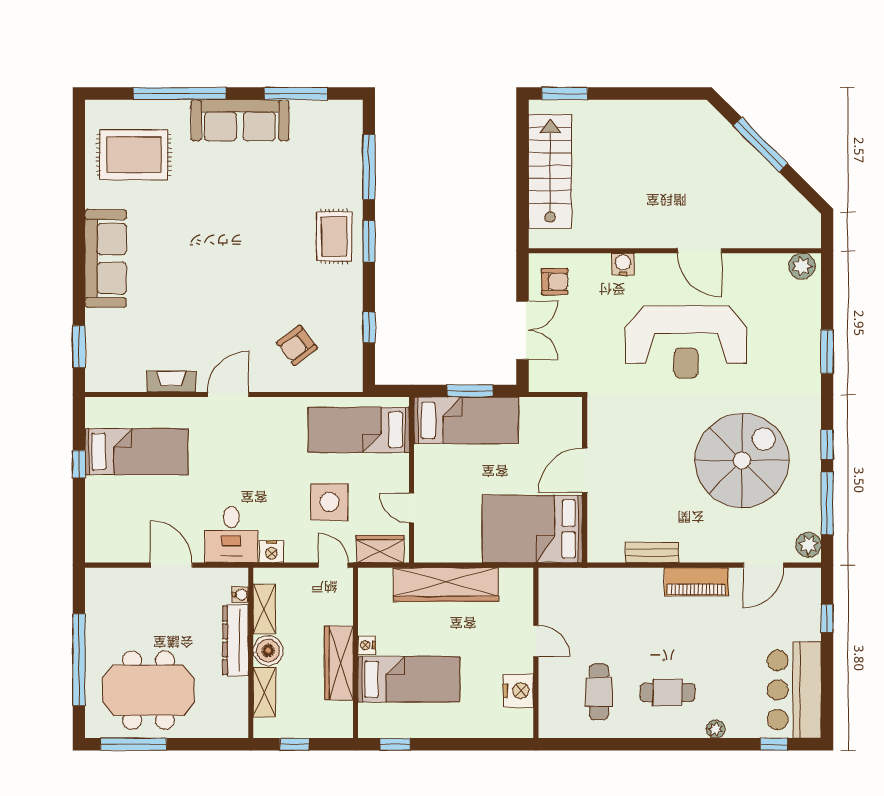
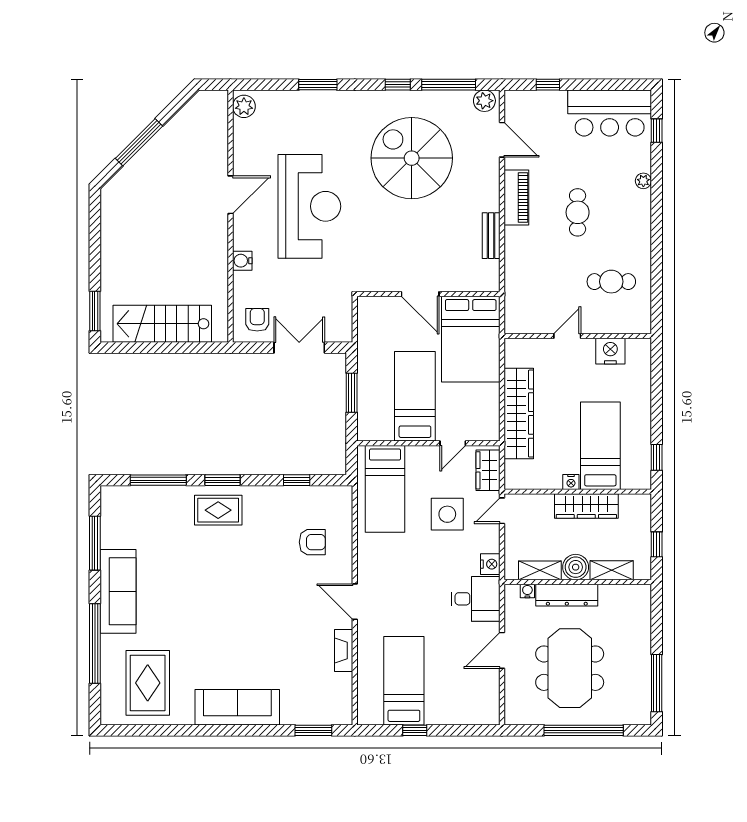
armchair: (297, 345) -> (312, 542), turned -53
bed: (466, 420) -> (415, 396), moved
meeting table: (148, 690) -> (570, 668), moved
cafe table: (668, 693) -> (578, 212), moved

